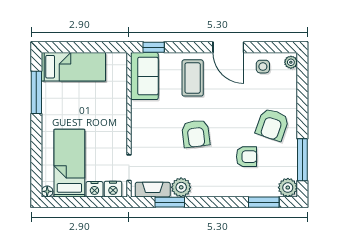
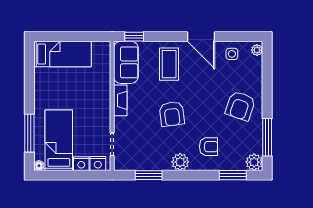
window: (36, 92) -> (29, 133), moved
armchair: (247, 157) -> (209, 147), moved
plant: (181, 187) -> (180, 162), moved
fireplace: (153, 190) -> (120, 100), moved, turned 90

